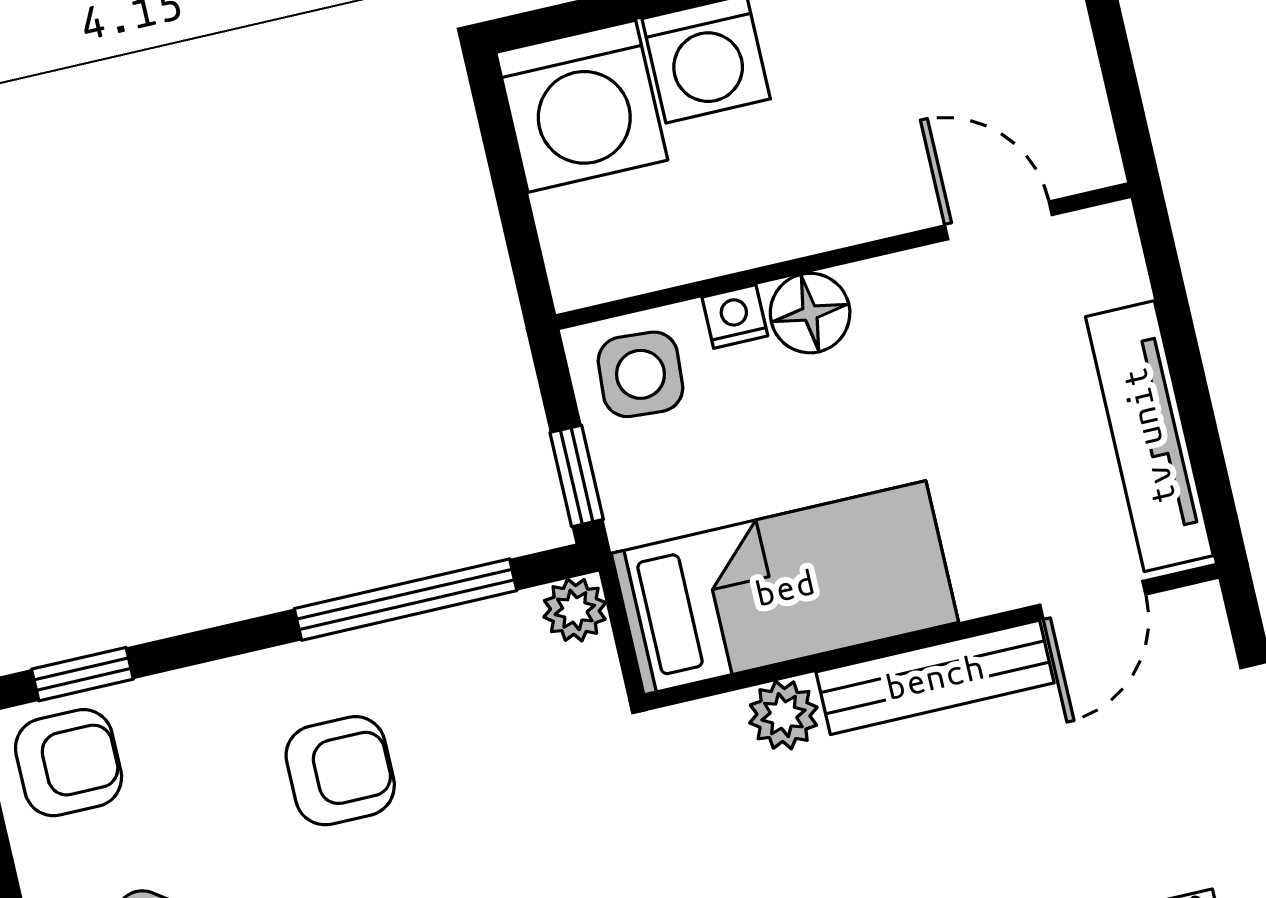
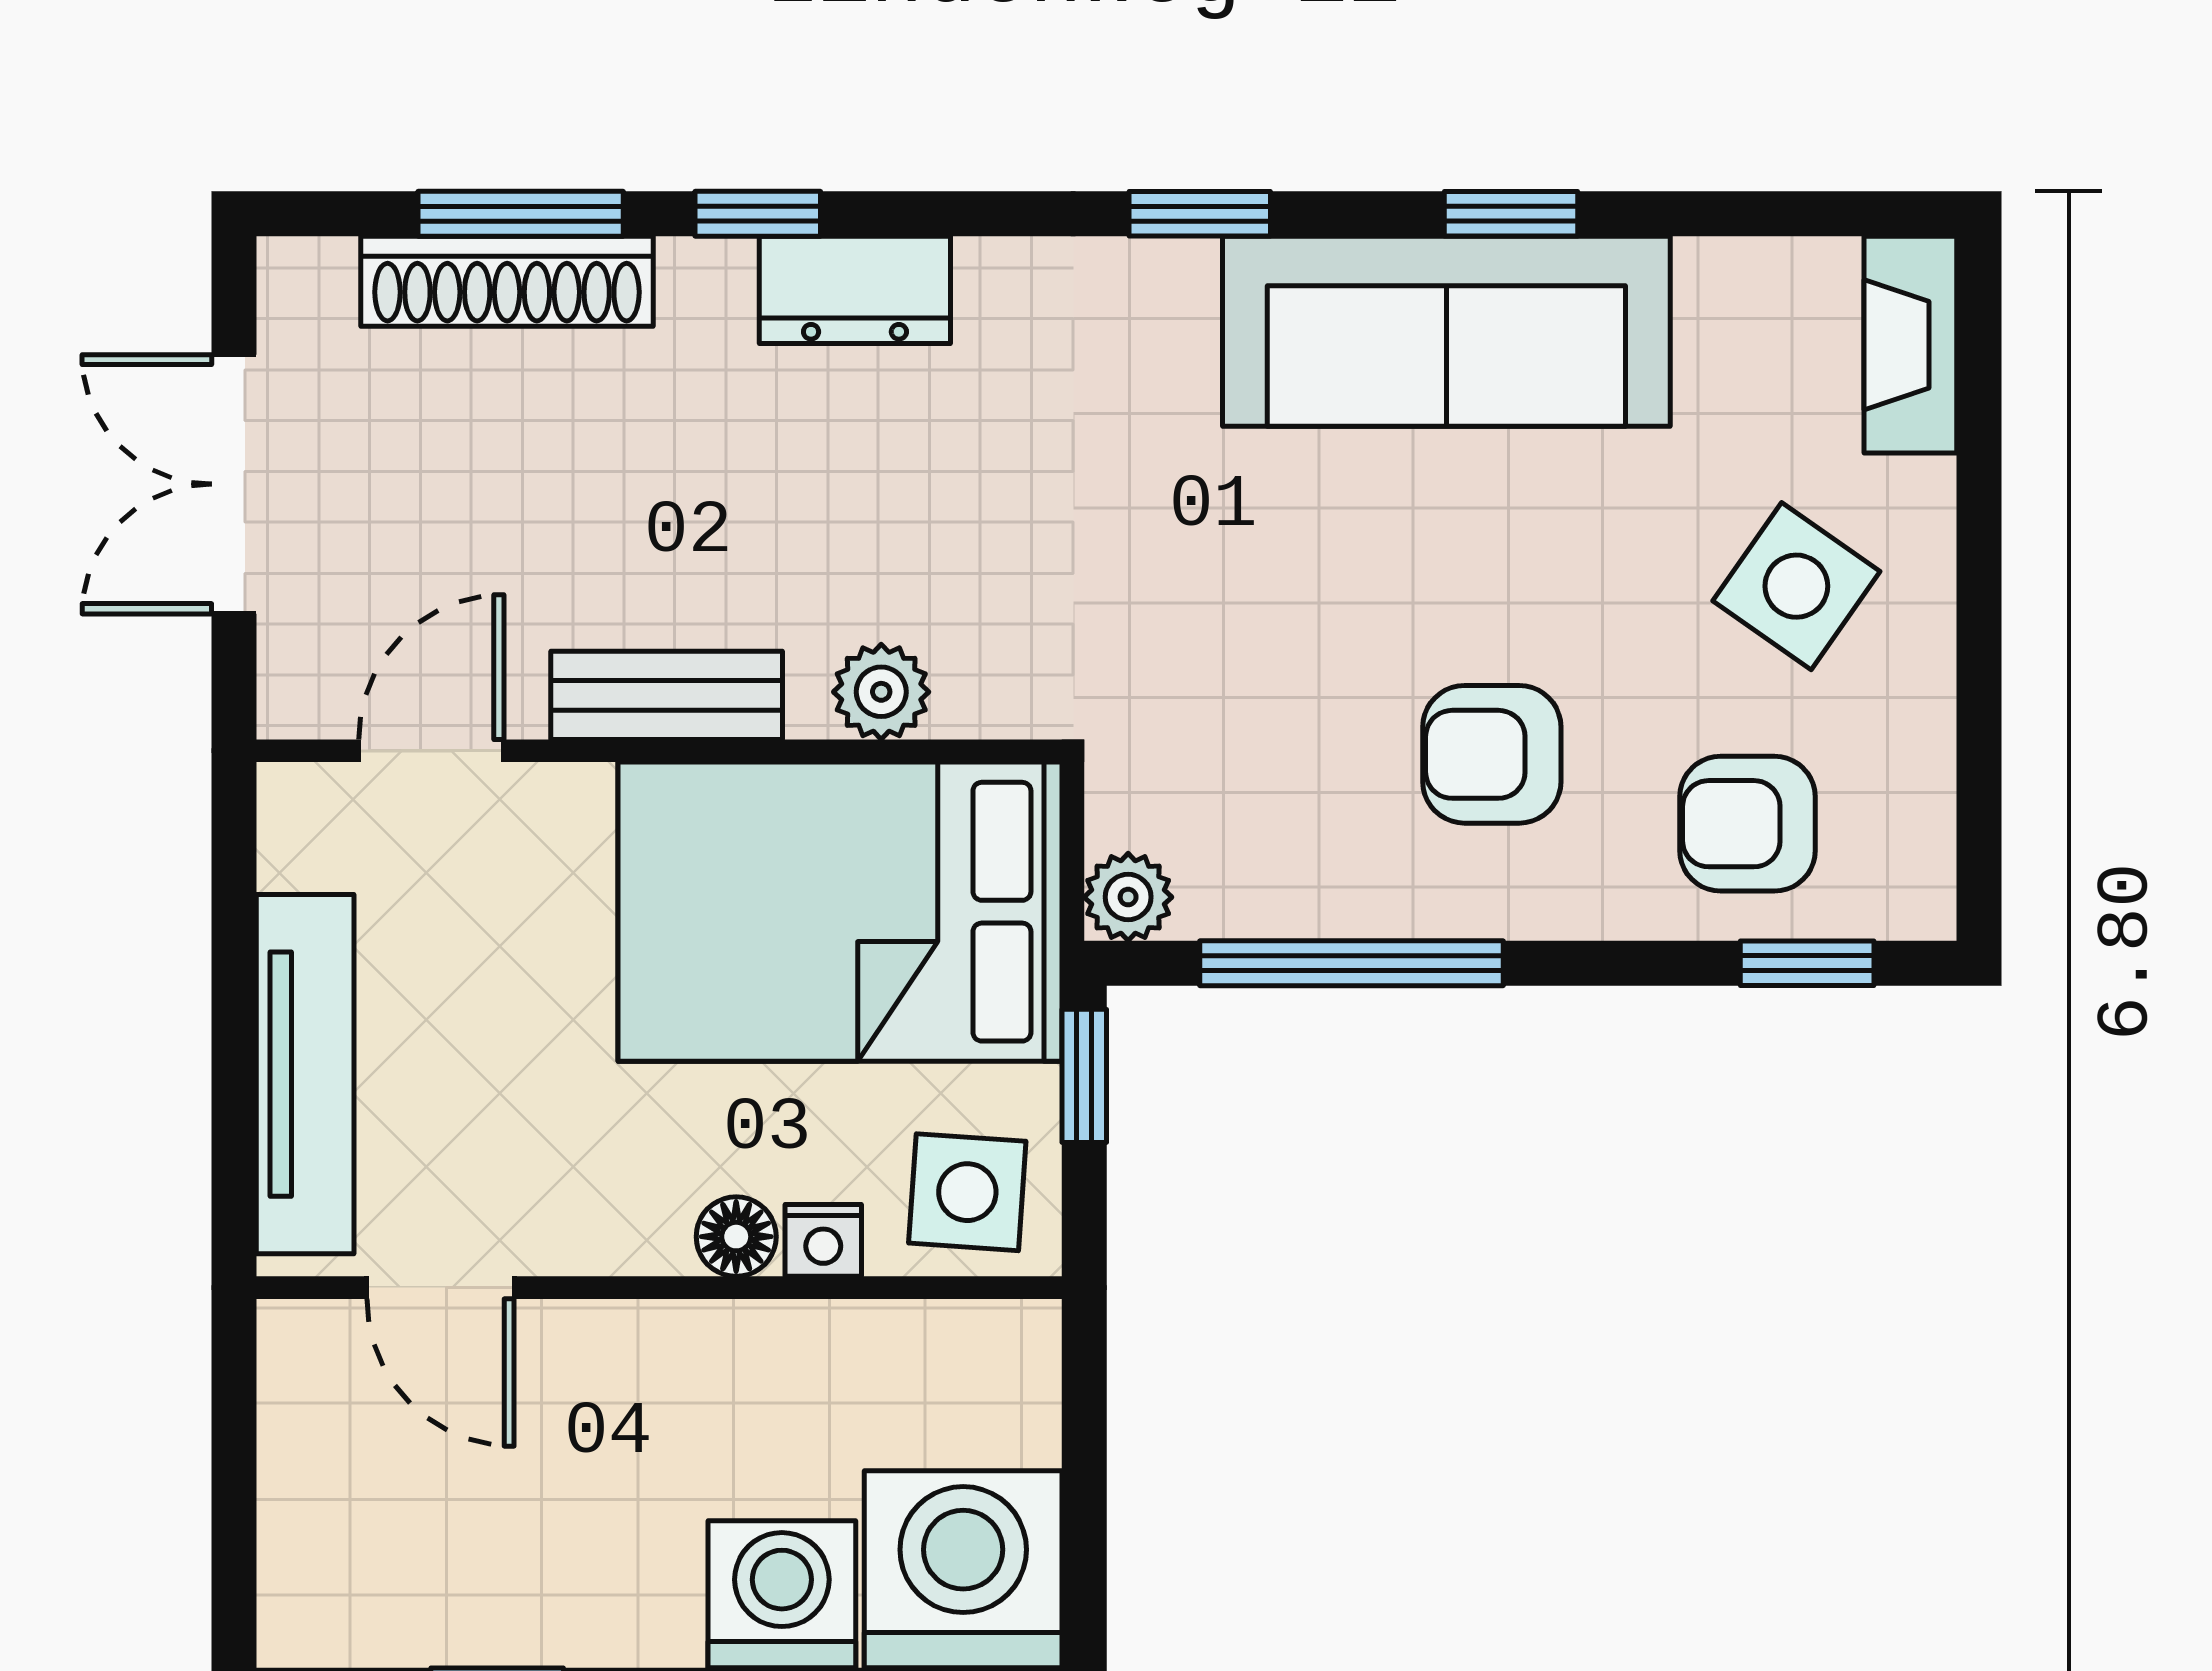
floor lamp: (810, 313) -> (736, 1237), width x0.73, depth x0.73
tv unit: (1149, 436) -> (305, 1074), moved
bed: (785, 588) -> (840, 912), width x1.50
bench: (935, 677) -> (667, 695), width x0.73
armchair: (69, 763) -> (1748, 824), moved

